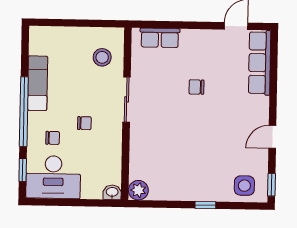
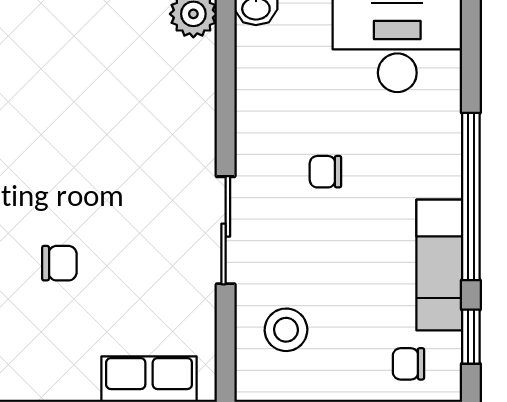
chair: (53, 138) -> (408, 364), moved
window: (23, 170) -> (471, 337), moved

